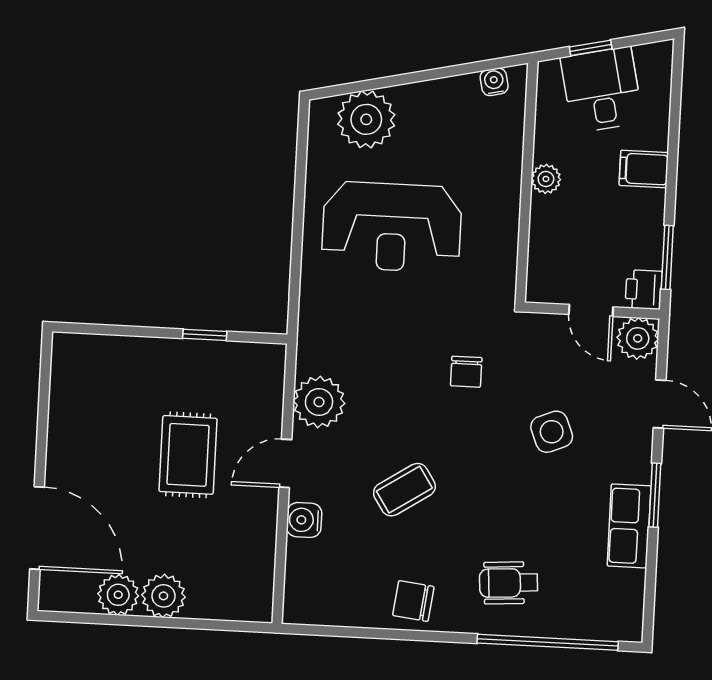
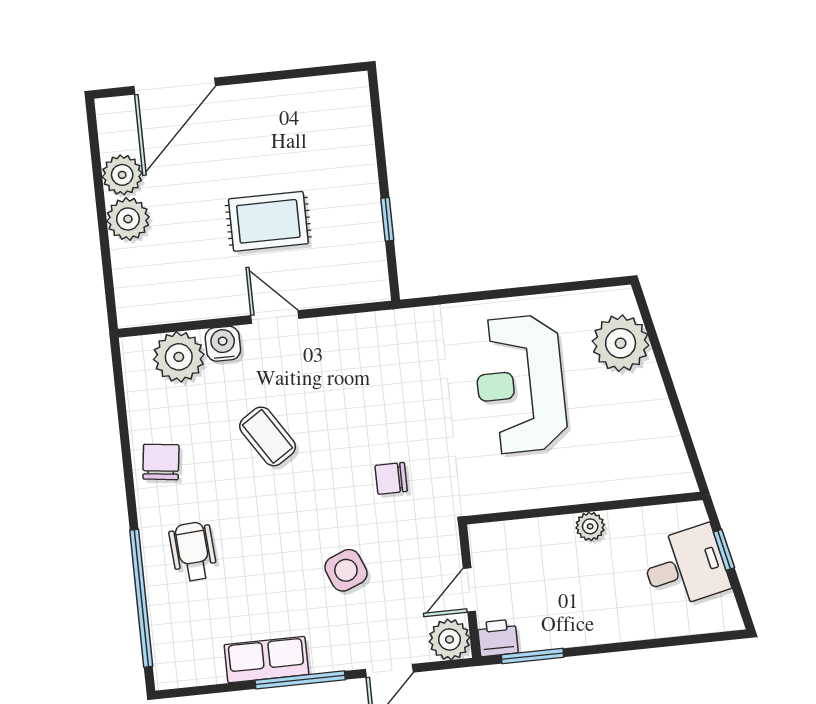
water cooler: (494, 82) -> (676, 461), removed
filing cabinet: (644, 169) -> (615, 620), removed
plant: (319, 402) -> (179, 357), moved
window: (655, 495) -> (300, 680), width x1.44

